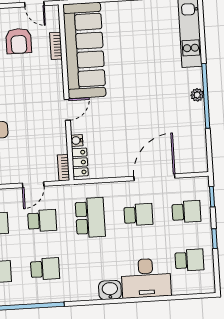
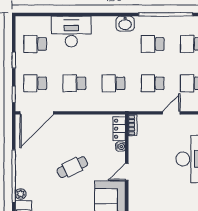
plant: (197, 95) -> (21, 194), moved
cafe table: (135, 111) -> (72, 167), added
door: (154, 177) -> (37, 113), moved
door: (33, 185) -> (171, 113), moved
school desk: (90, 218) -> (114, 83), width x0.54
washbasin: (110, 290) -> (125, 24), moved

